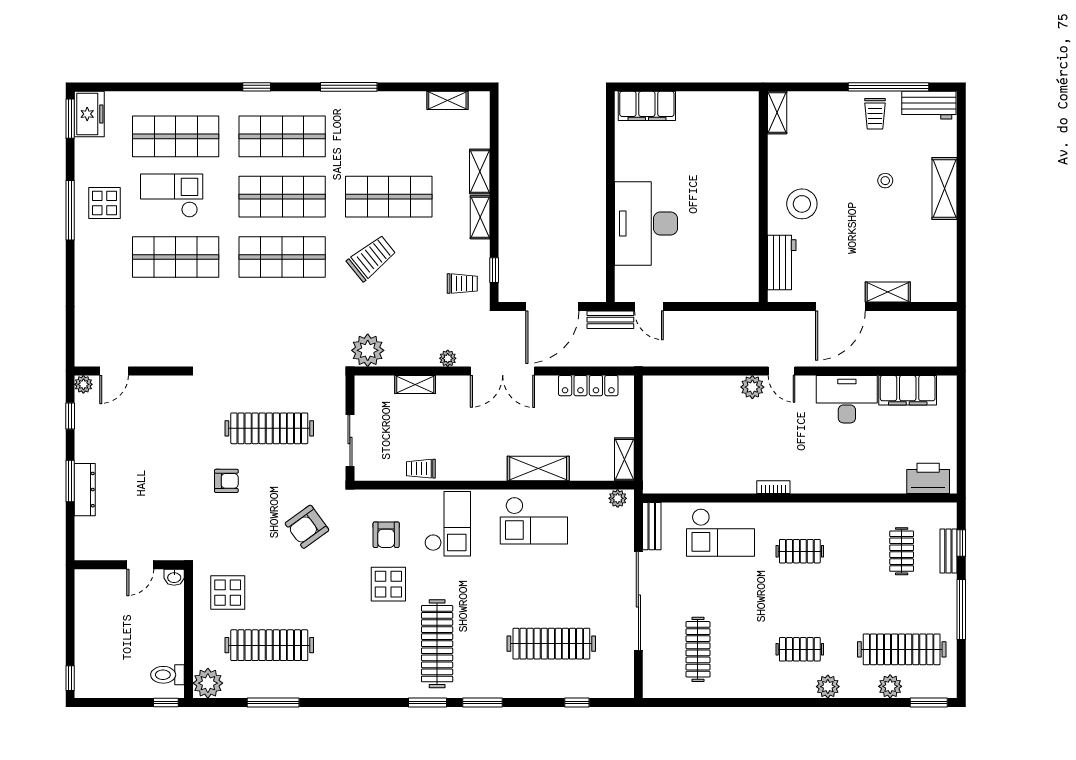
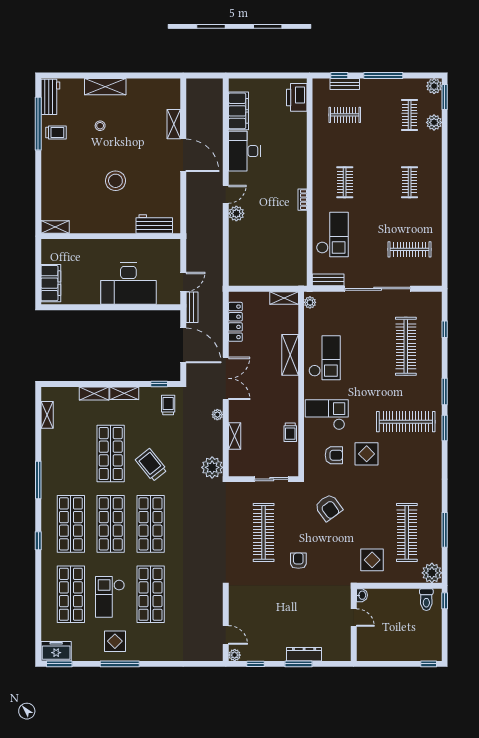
shelving: (777, 113) -> (55, 227), moved
wall: (763, 197) -> (111, 236), moved
workbench: (782, 263) -> (154, 224), moved
clothes rail: (902, 649) -> (410, 115), width x0.54, depth x0.76
plant: (828, 687) -> (434, 86), moved

